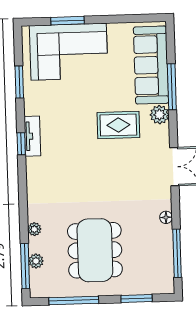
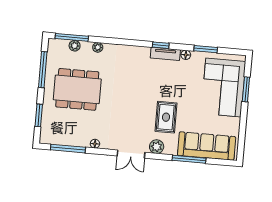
floor lamp: (30, 108) -> (186, 55), added
plant: (159, 115) -> (157, 147), moved

